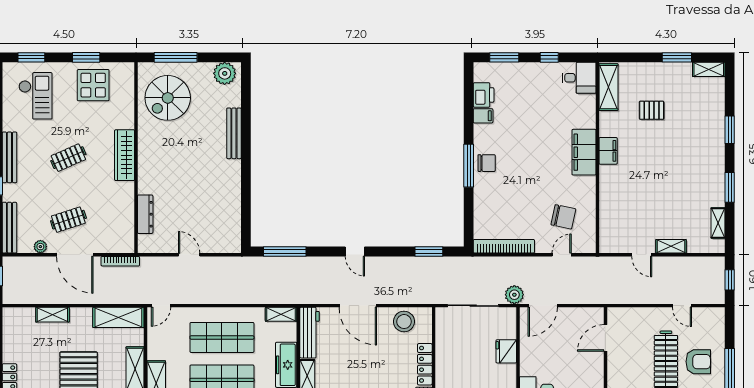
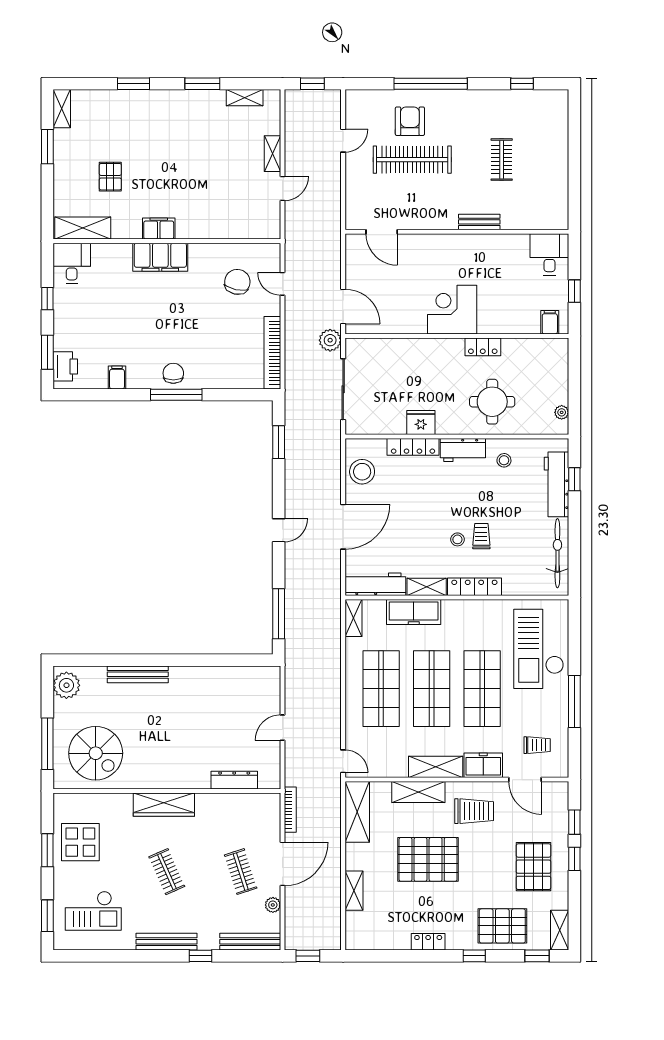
printer: (484, 95) -> (65, 366), moved, turned 90
checkout: (35, 96) -> (93, 911), turned 180
fridge: (506, 351) -> (421, 422), moved, turned 180

